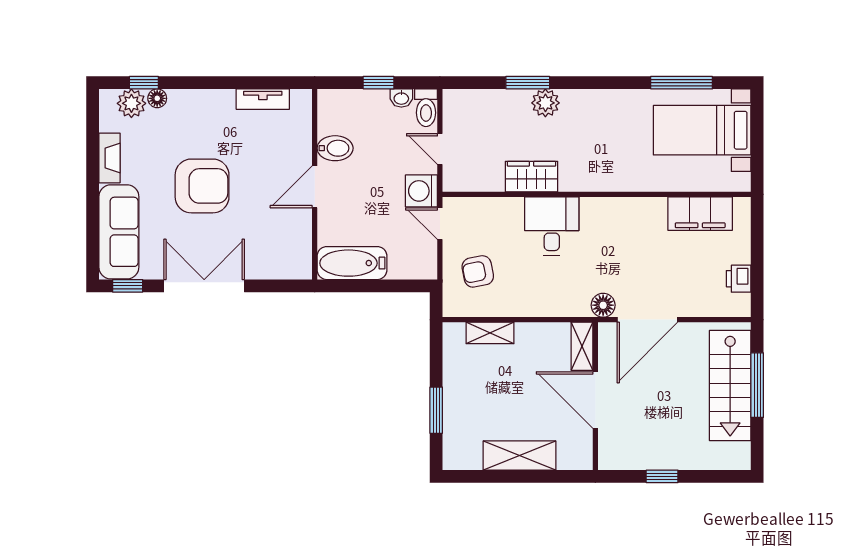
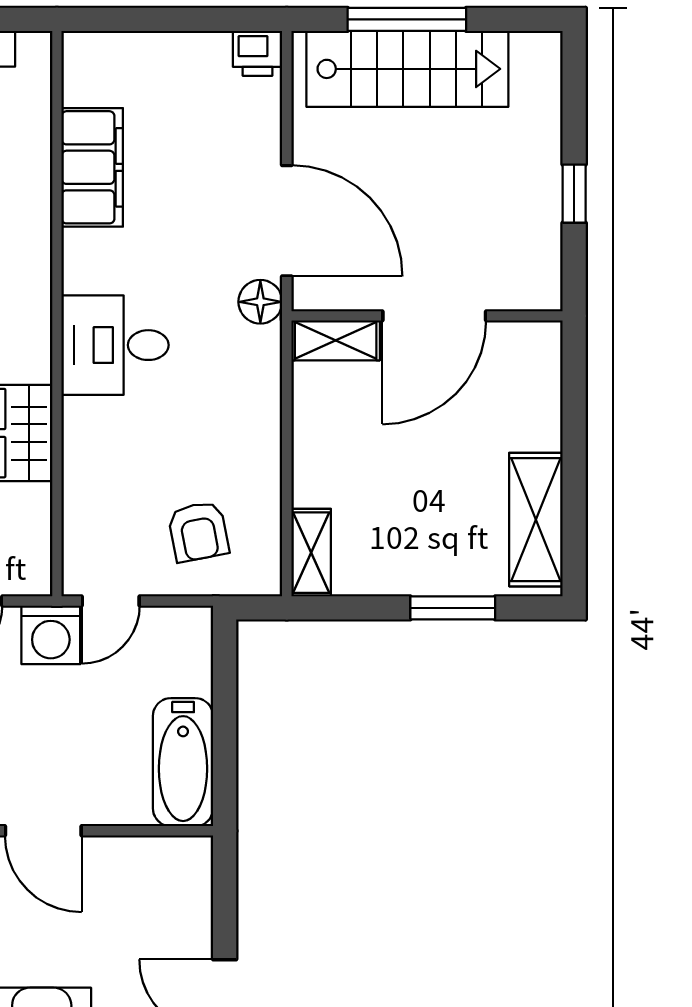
filing cabinet: (700, 214) -> (92, 167), moved
desk: (552, 226) -> (115, 345), moved
printer: (739, 279) -> (257, 53), moved
shelving: (490, 333) -> (311, 553), moved
shelving: (519, 456) -> (536, 520), moved

